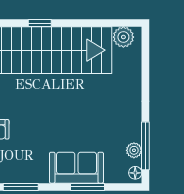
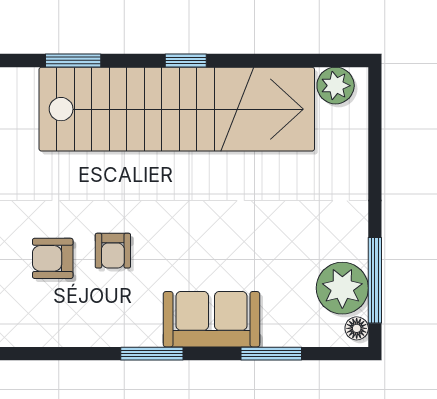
plant: (134, 150) -> (342, 288), width x1.88, depth x1.88
sofa: (76, 168) -> (211, 319), moved

